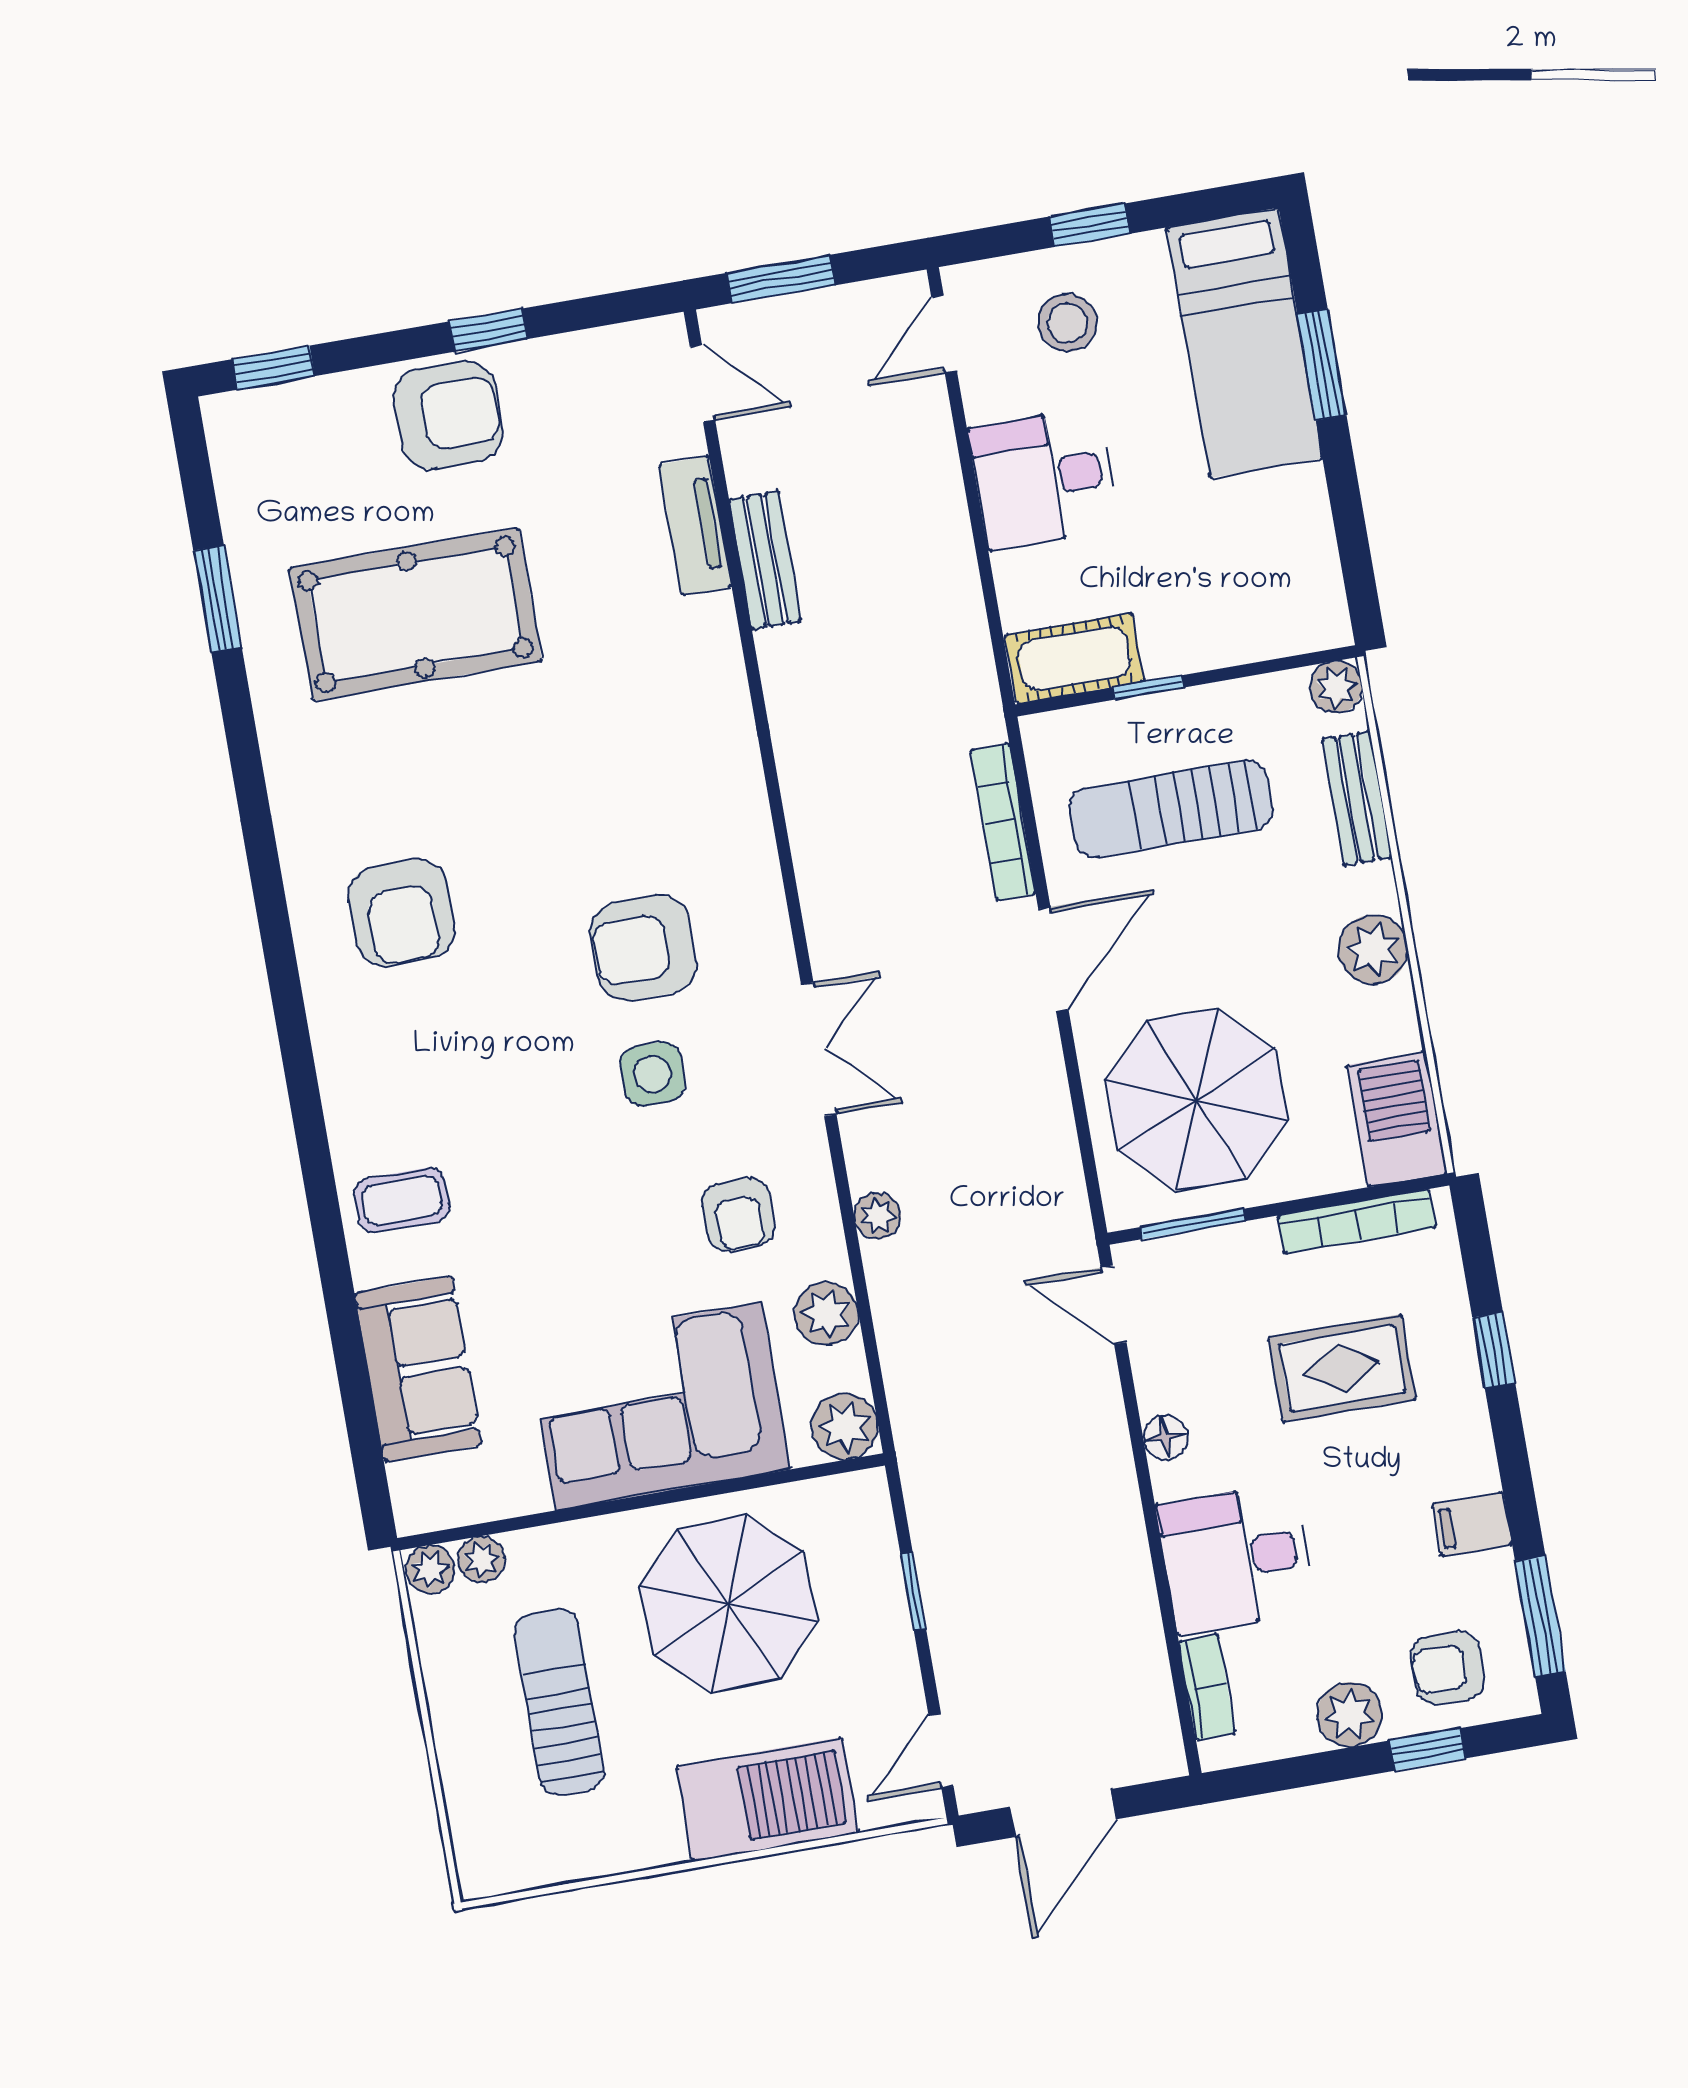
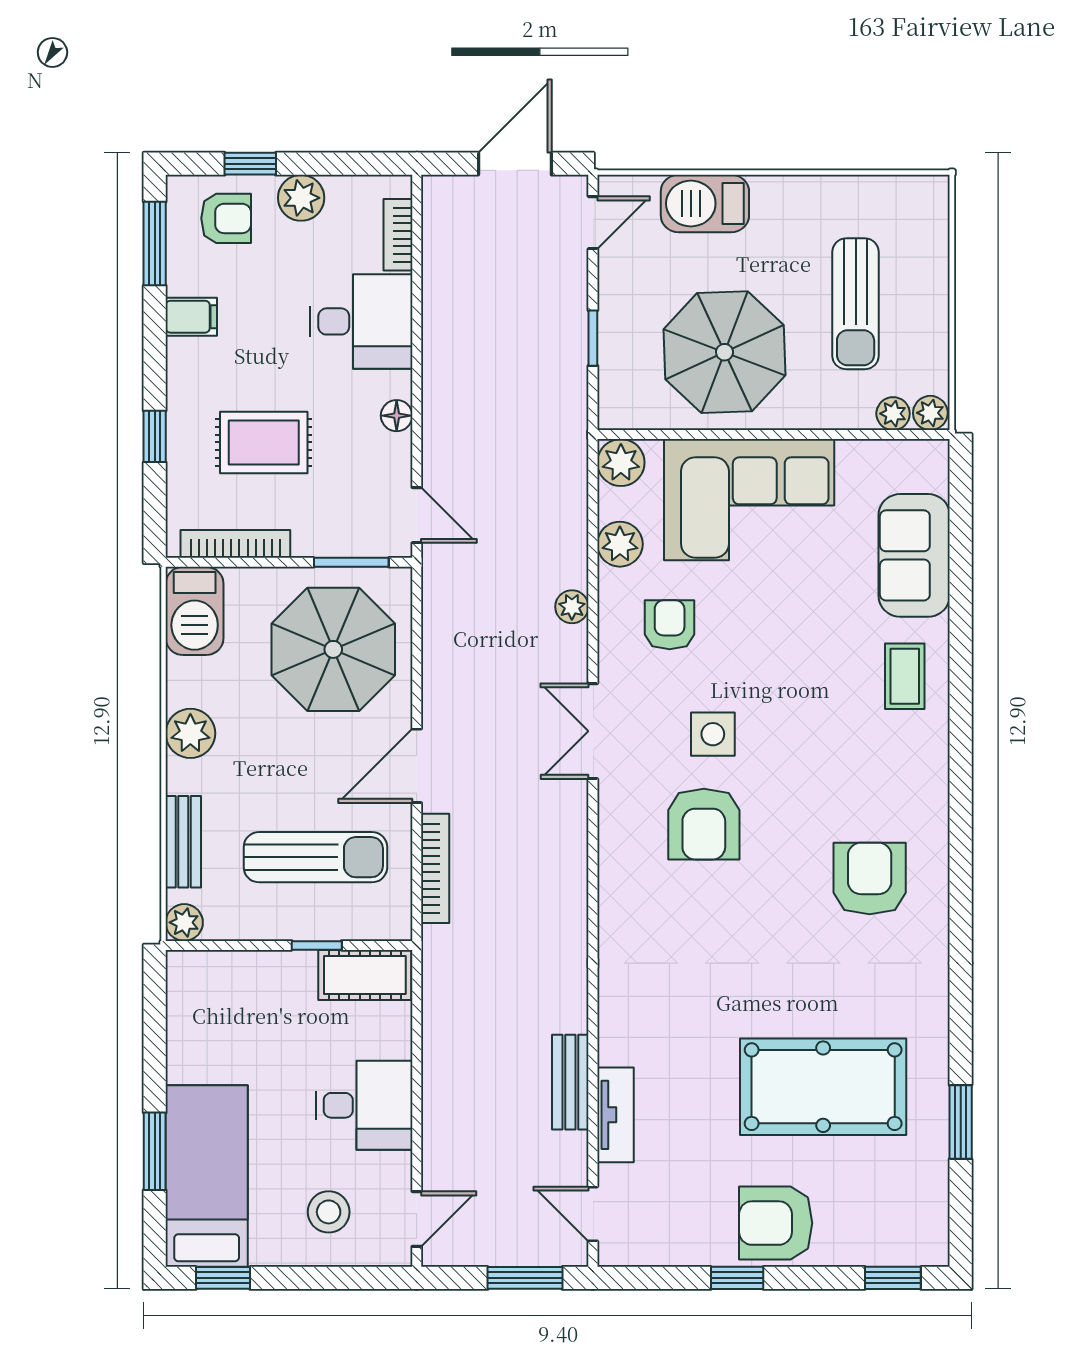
window: (1090, 225) -> (223, 1278), moved
armchair: (643, 948) -> (704, 824), turned 90
coffee table: (402, 1200) -> (905, 676), turned 90
barbecue: (767, 1800) -> (705, 204), width x0.73, depth x0.83

